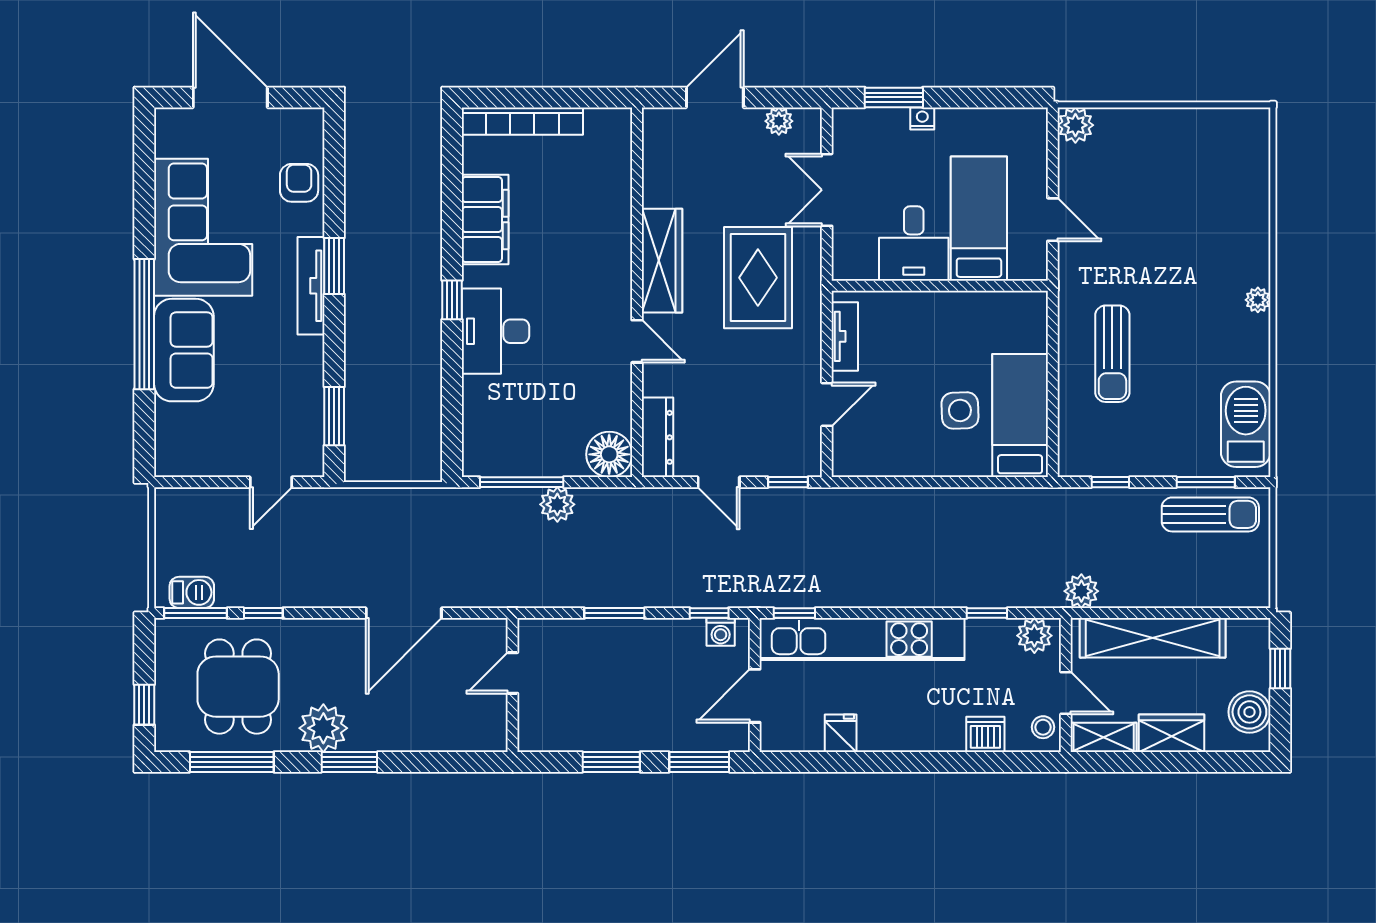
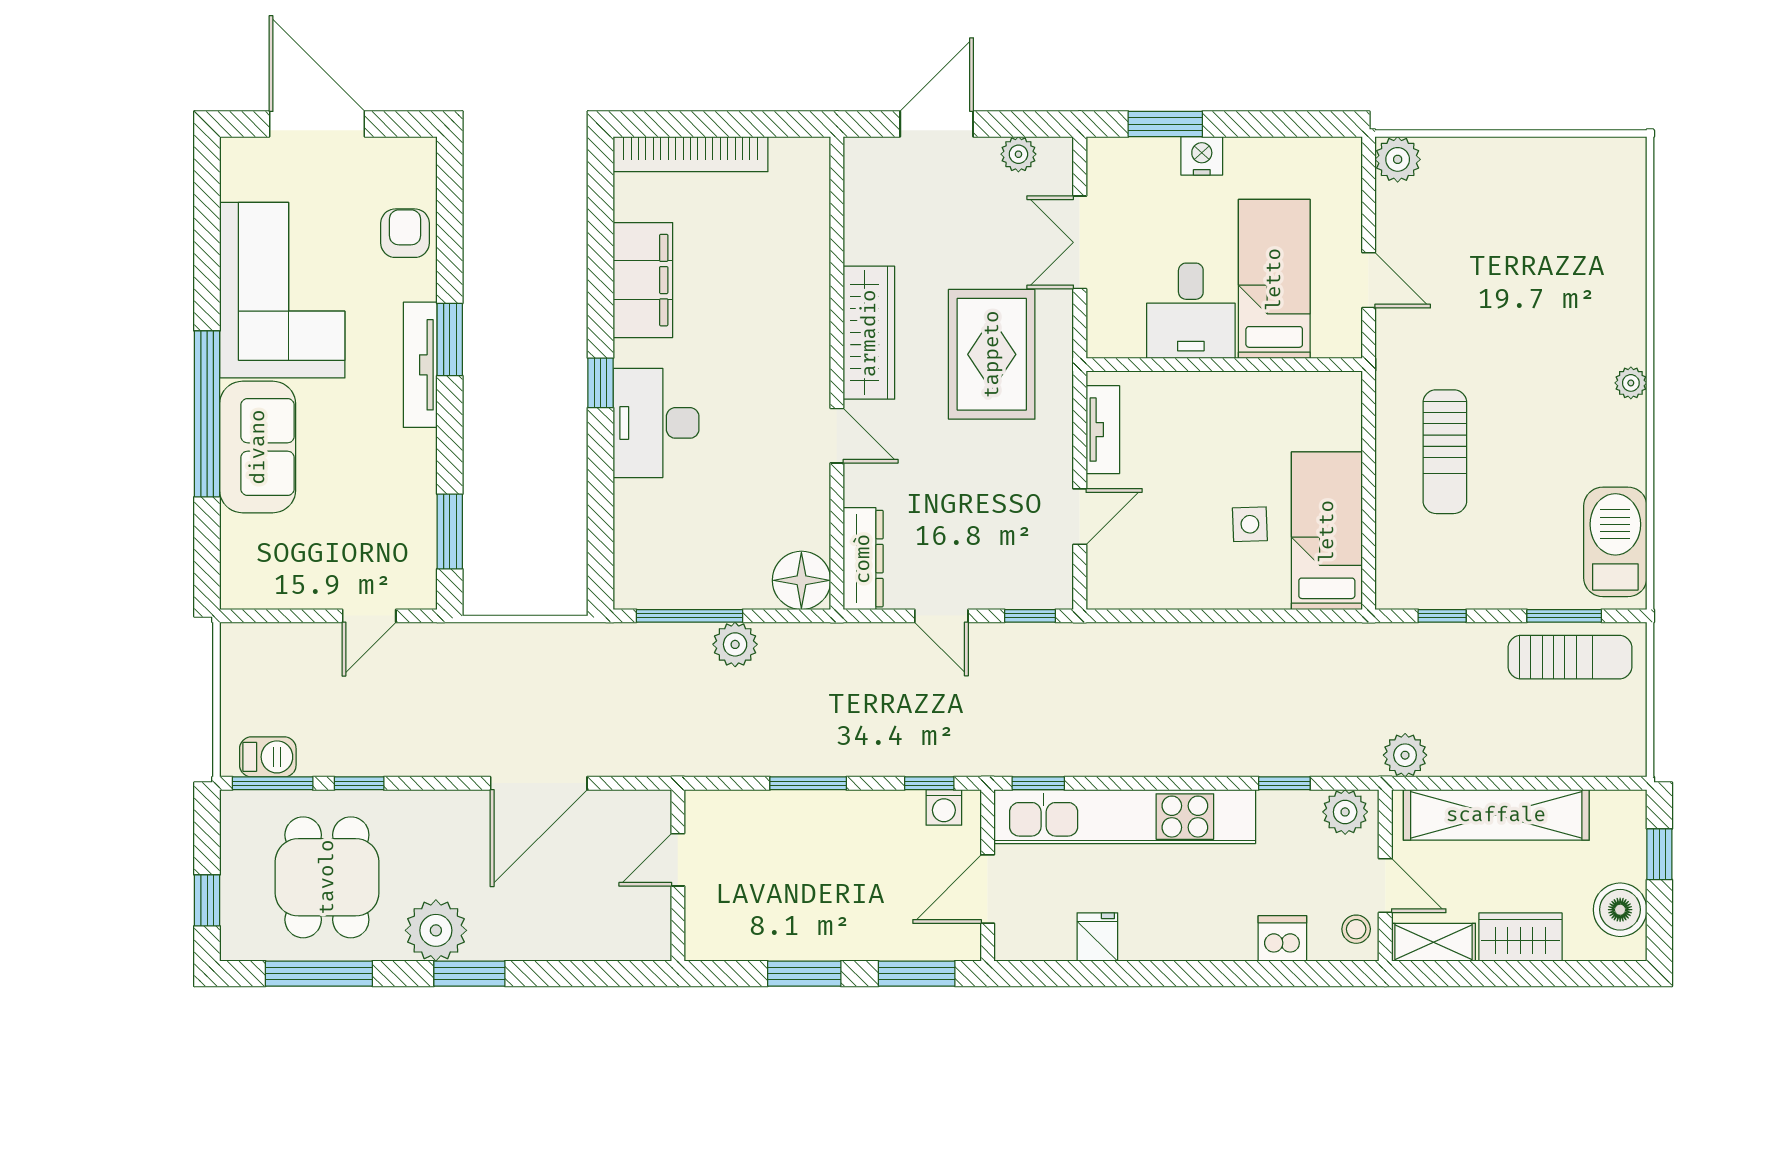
nightstand: (922, 118) -> (1202, 156), width x1.39, depth x1.35
side table: (960, 410) -> (1250, 524), width x0.73, depth x0.73

